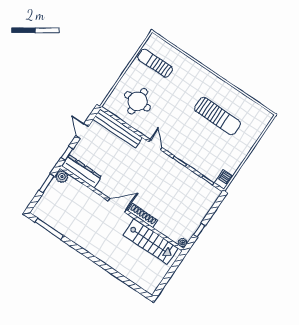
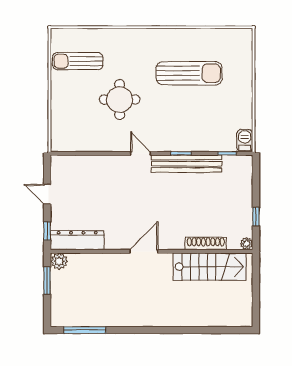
round table: (138, 101) -> (120, 100), moved
bench: (118, 128) -> (187, 164), moved
shoe rack: (143, 216) -> (206, 243), moved

